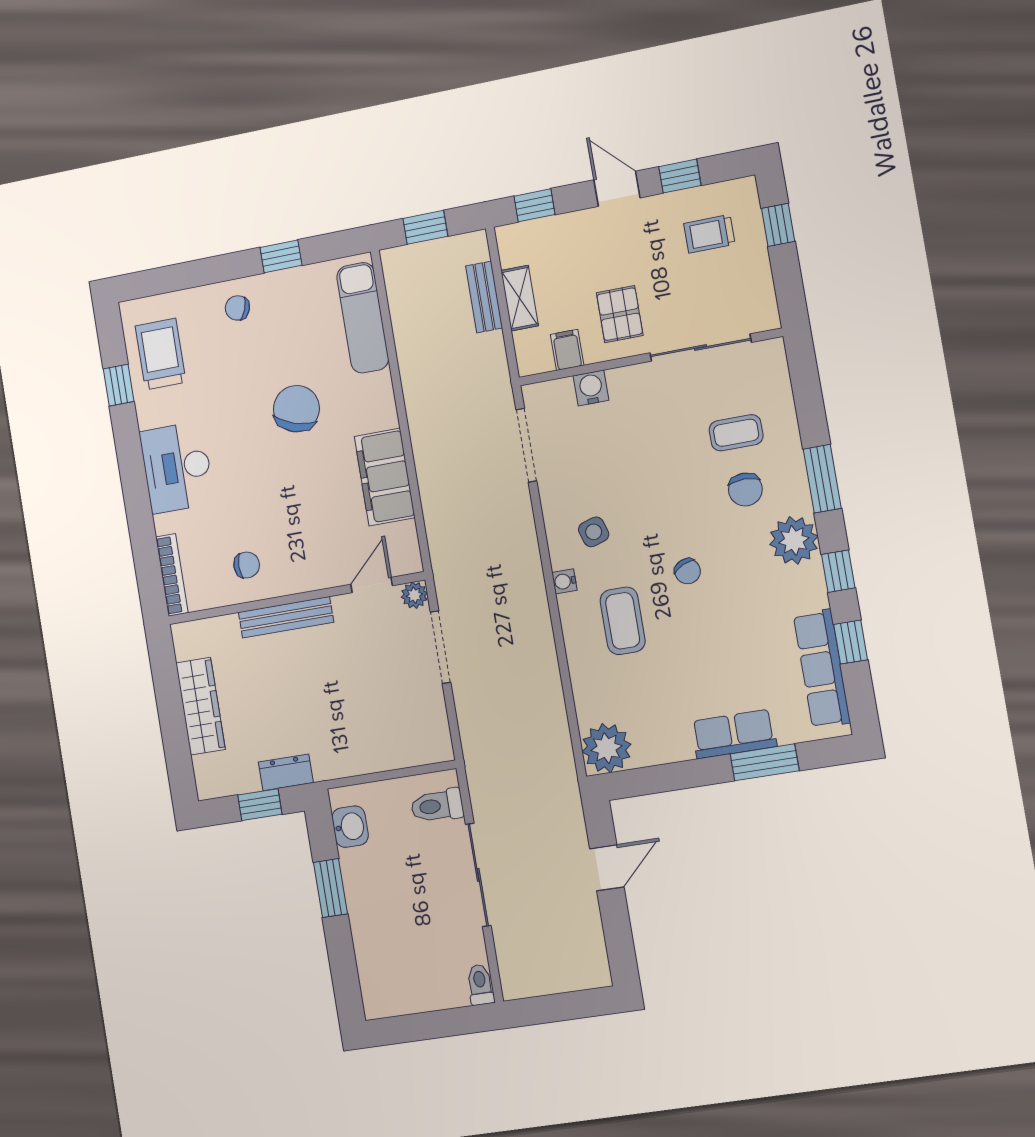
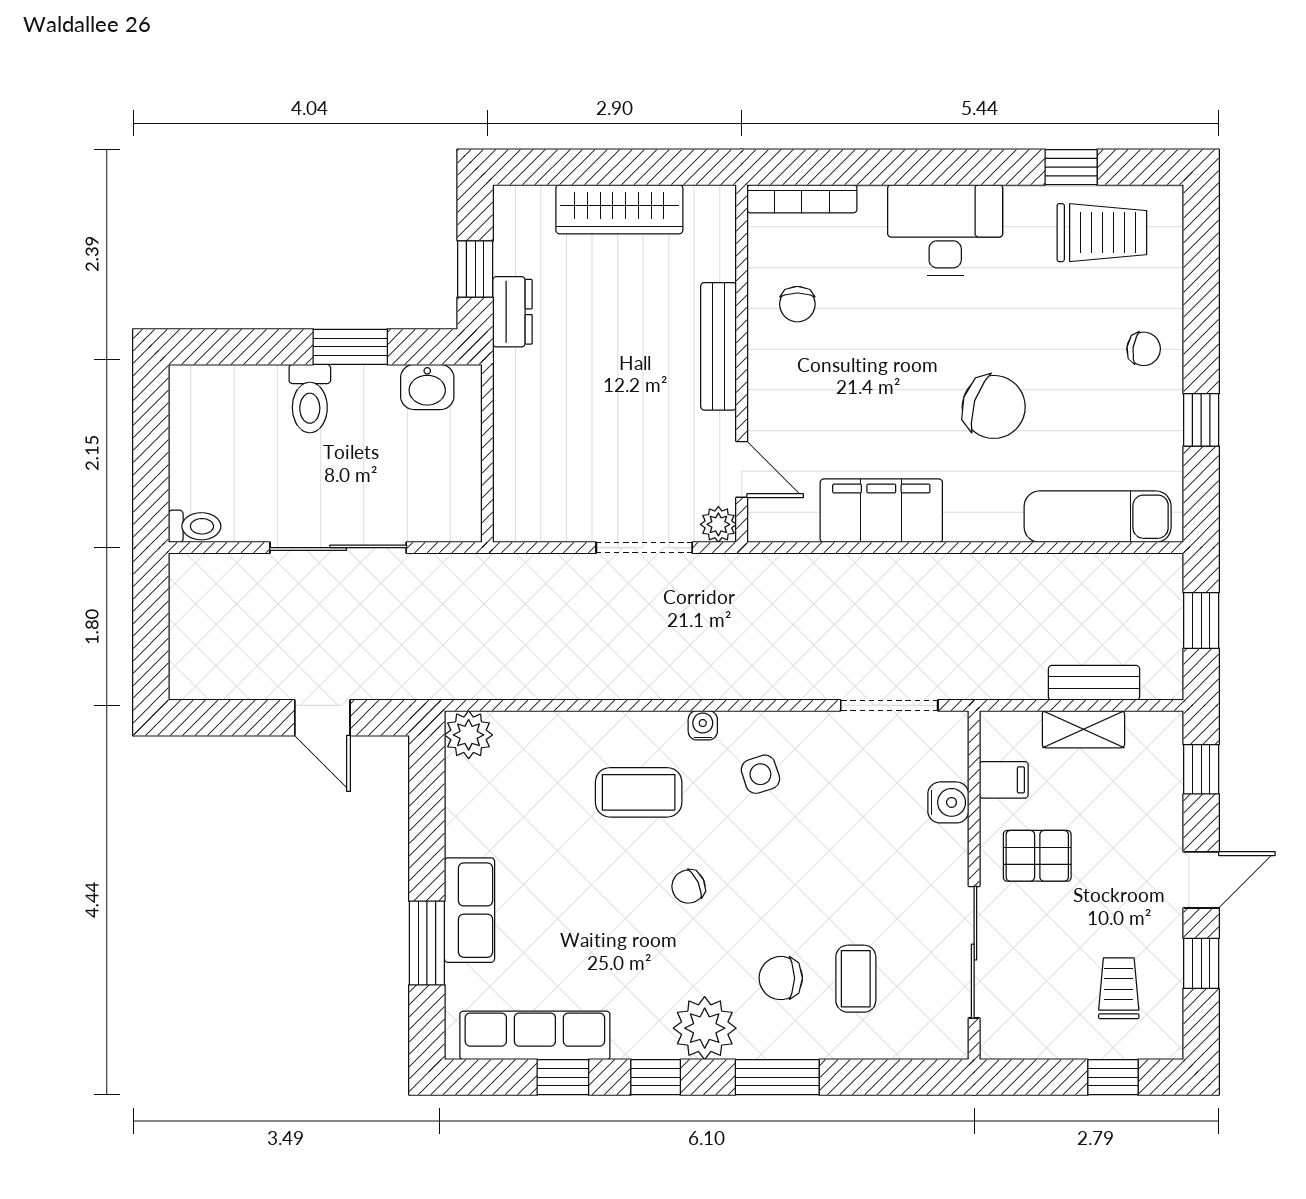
chair: (237, 308) -> (1144, 349), turned 78
plant: (606, 748) -> (469, 735), width x0.73, depth x0.73
toilet: (437, 806) -> (310, 399), moved, turned 180

